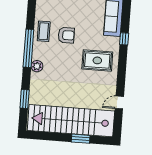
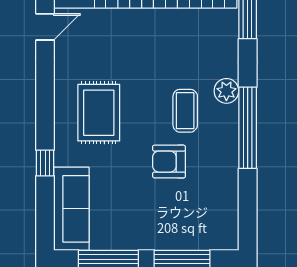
coffee table: (44, 31) -> (185, 111), moved
rug: (97, 60) -> (99, 113), turned 90

